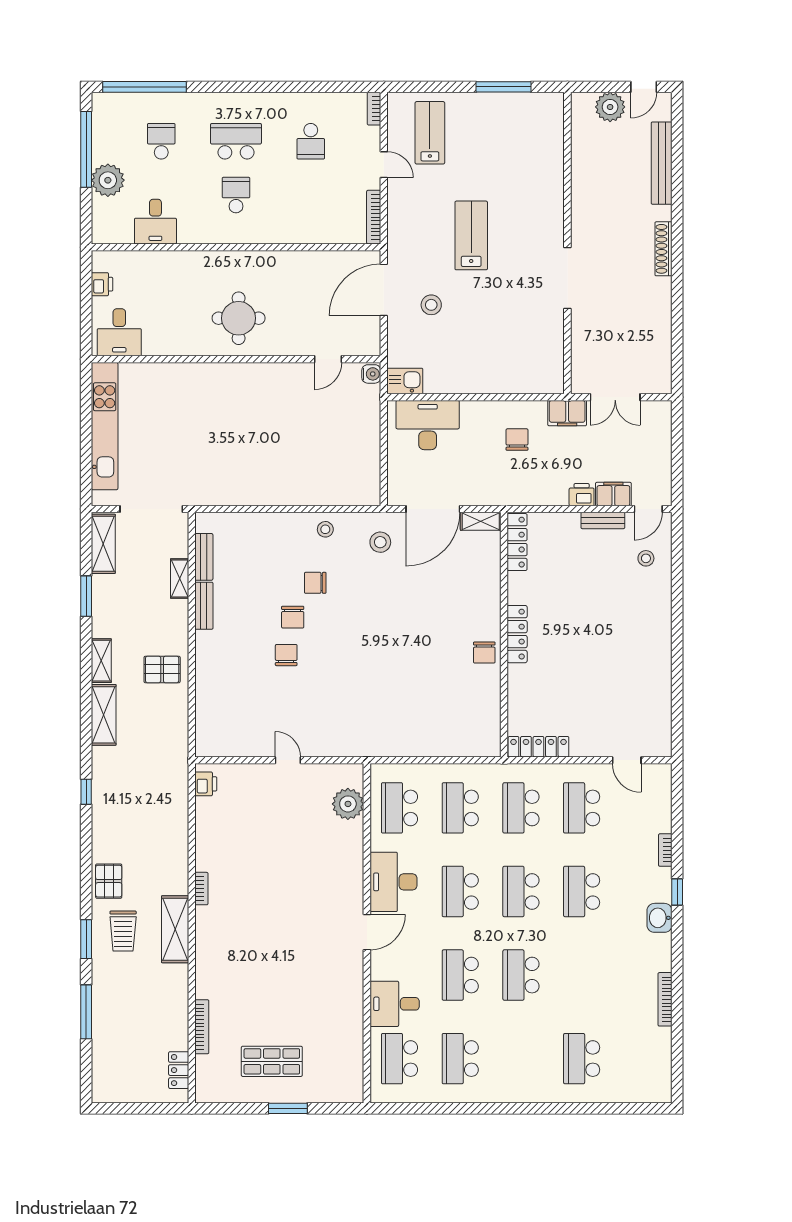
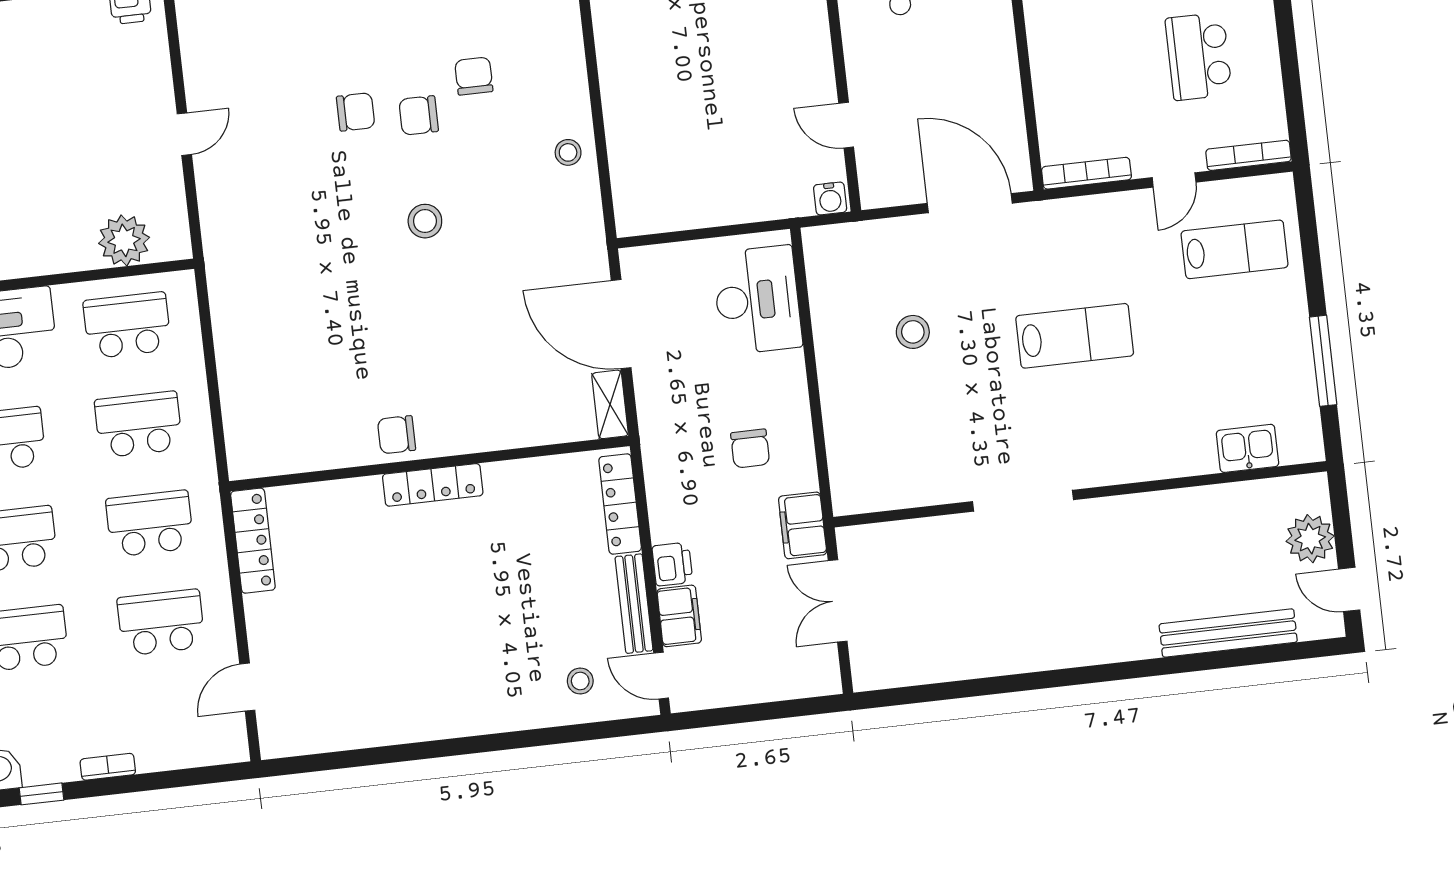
bookcase: (374, 109) -> (1249, 155), width x1.56
school desk: (311, 141) -> (1199, 56), width x1.85
shoe rack: (663, 249) -> (1089, 652), removed
stool: (431, 305) -> (913, 332), moved
kitchen sink: (405, 381) -> (1247, 448), moved, turned -90
chair: (517, 440) -> (750, 449), turned 90
bench: (603, 520) -> (634, 604), width x1.36
stool: (380, 542) -> (425, 221), moved
locker: (517, 542) -> (620, 504), moved, turned 90
chair: (315, 583) -> (474, 76), moved

